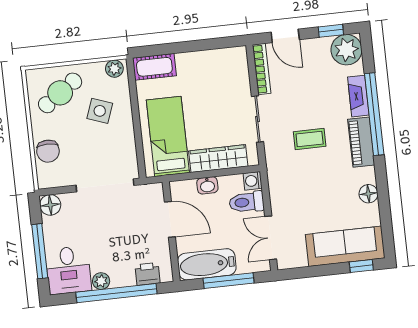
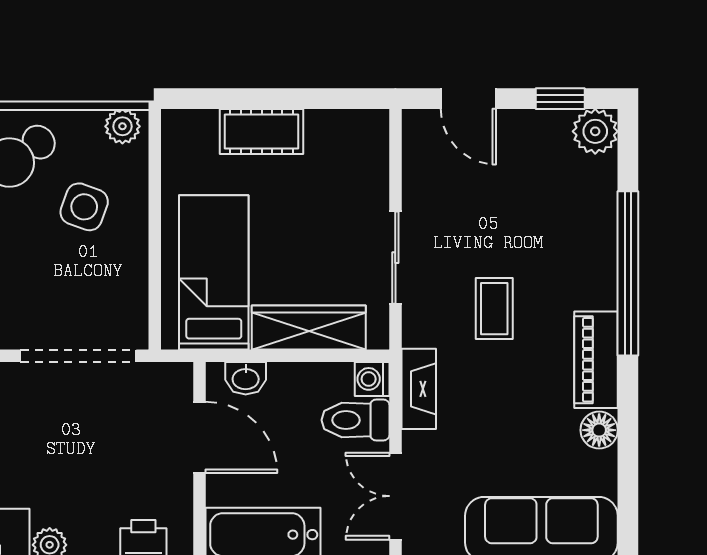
plant: (346, 50) -> (595, 131), width x0.73, depth x0.73
cot: (154, 67) -> (262, 131), moved
bookcase: (262, 69) -> (414, 159), removed
fireplace: (358, 96) -> (419, 389), moved, turned 180
coffee table: (310, 139) -> (494, 309), turned 90
piano: (361, 142) -> (596, 360), moved
washbasin: (207, 185) -> (246, 378), moved

